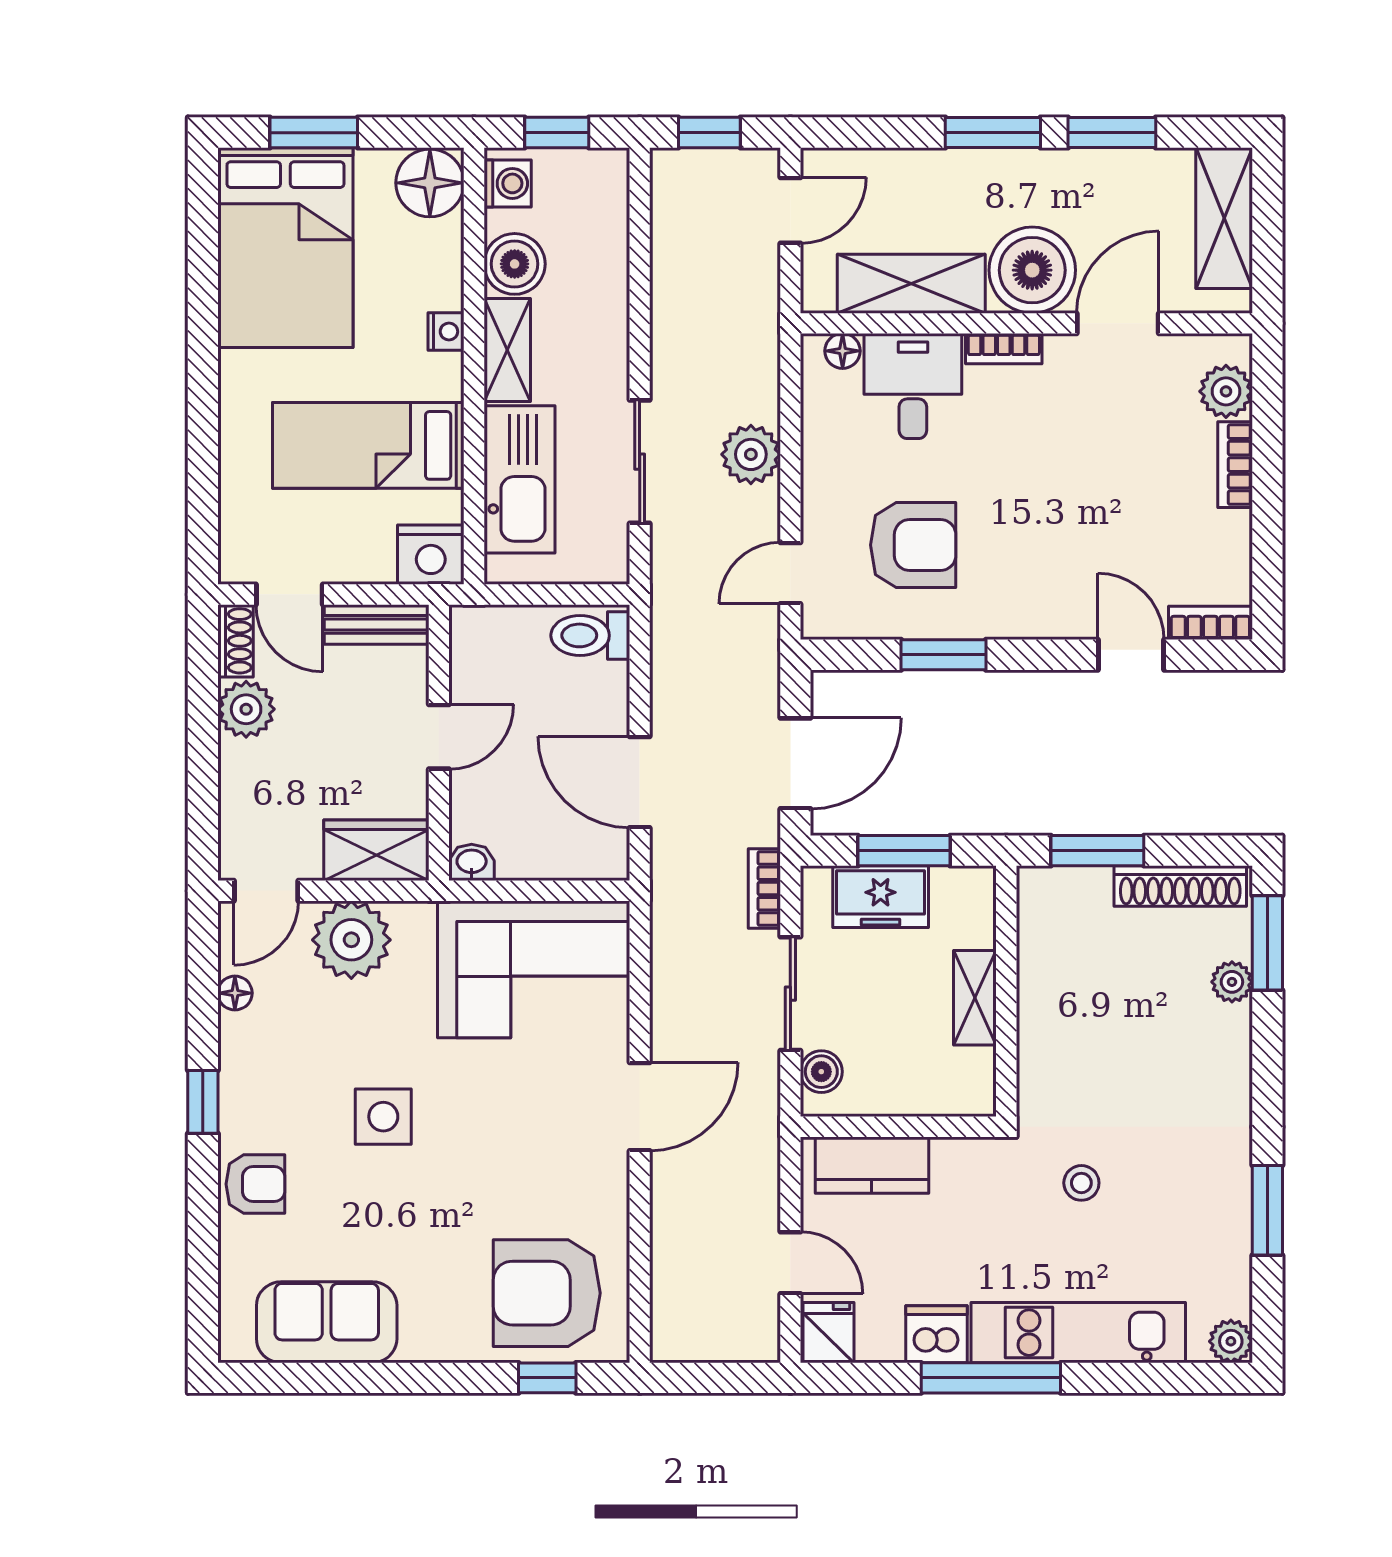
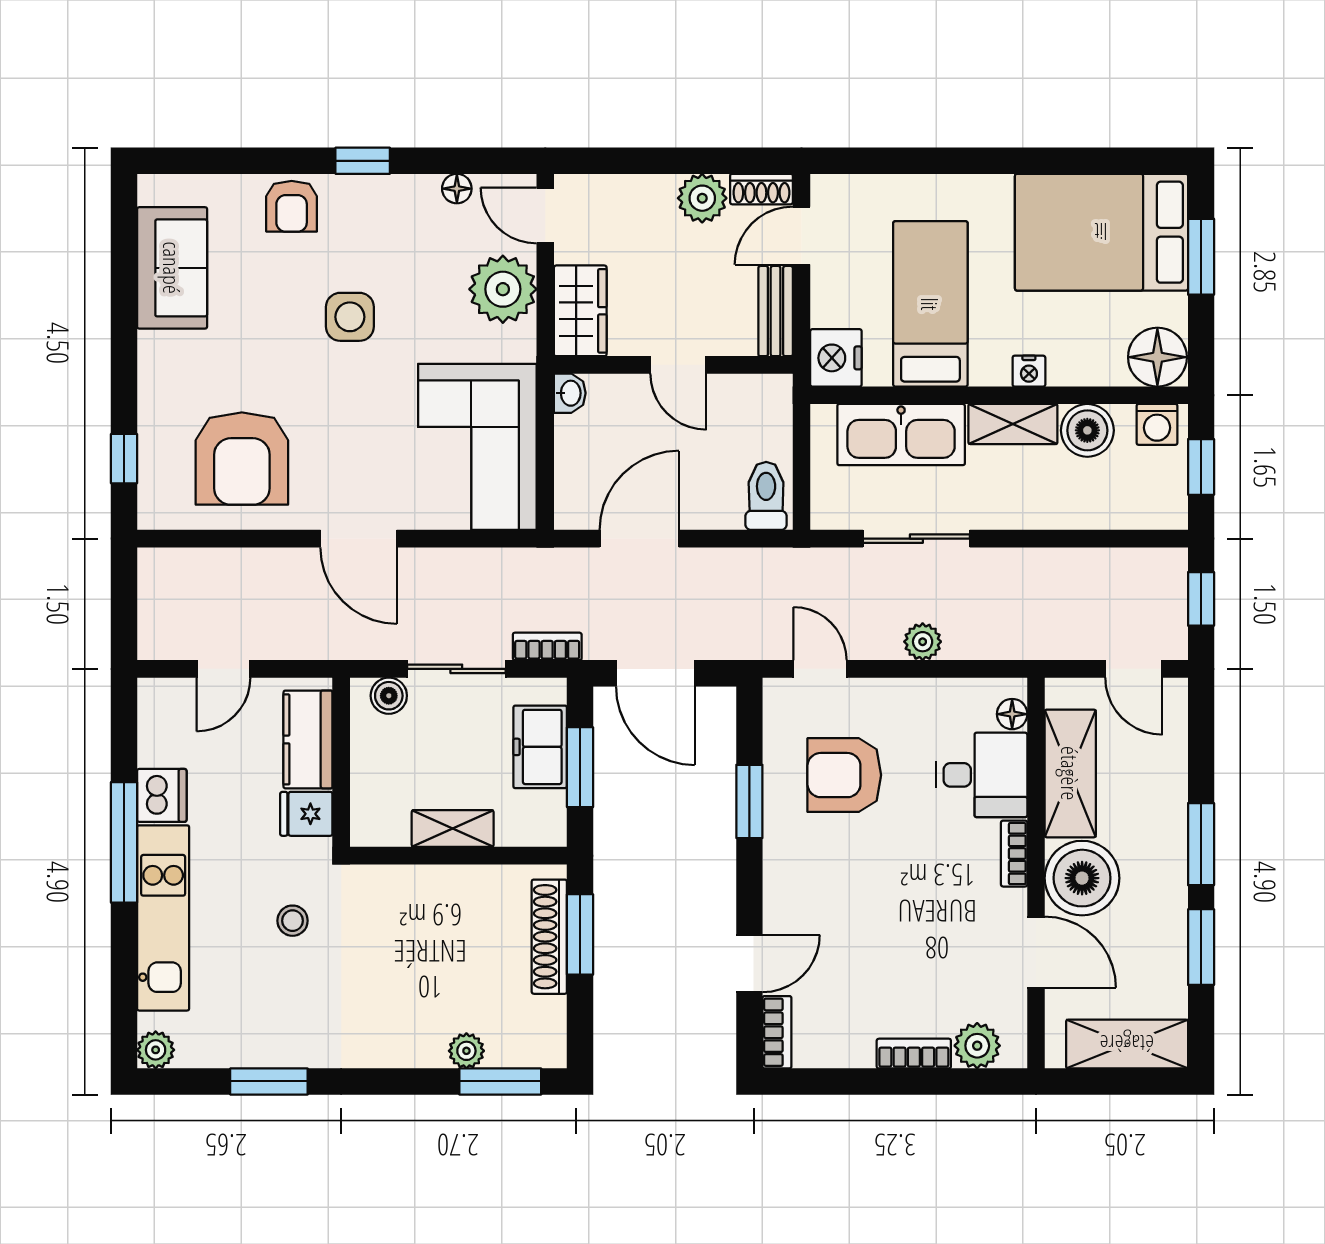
plant: (751, 454) -> (923, 642), width x0.73, depth x0.73
armchair: (913, 545) -> (844, 775), turned 90
shoe rack: (1180, 886) -> (549, 937), moved
armchair: (547, 1293) -> (242, 459), moved, turned 180
fridge: (828, 1333) -> (306, 814), moved, turned 180

